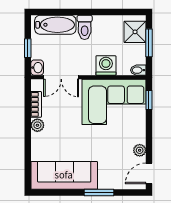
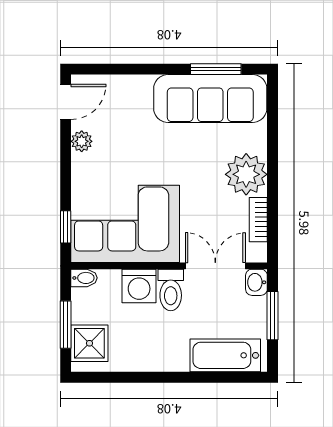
toilet: (85, 27) -> (171, 290), moved, turned 180
window: (28, 48) -> (272, 316), width x1.50
plant: (37, 125) -> (246, 174), width x1.88, depth x1.88
window: (99, 193) -> (216, 69), moved

